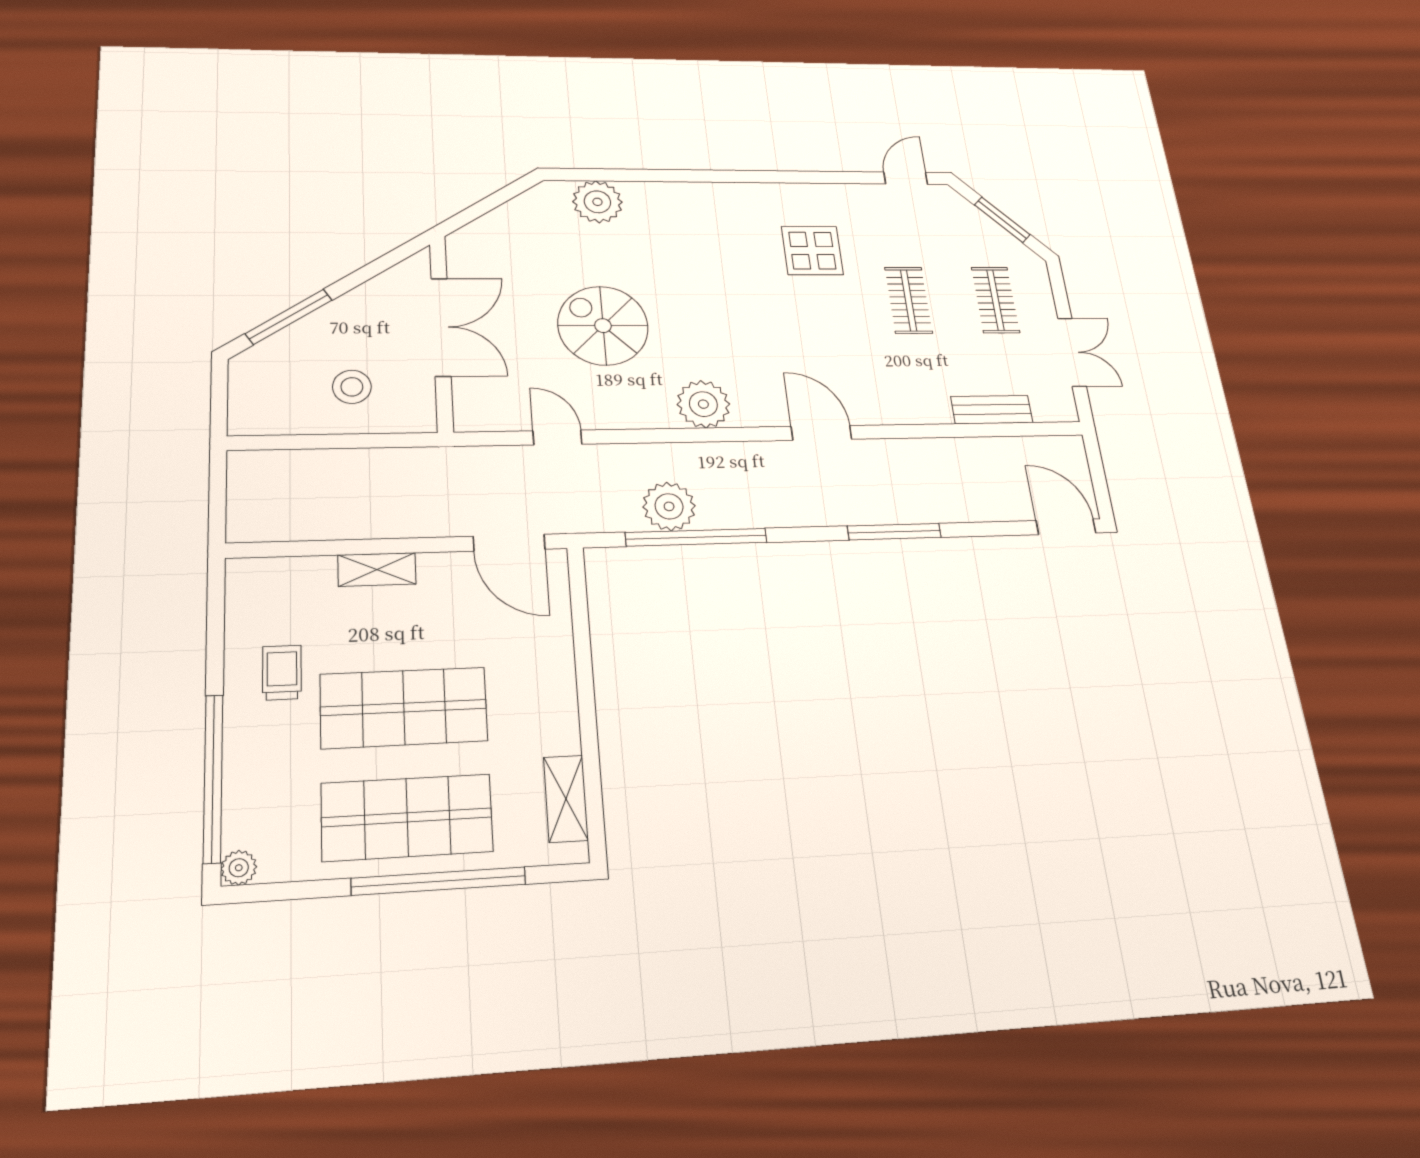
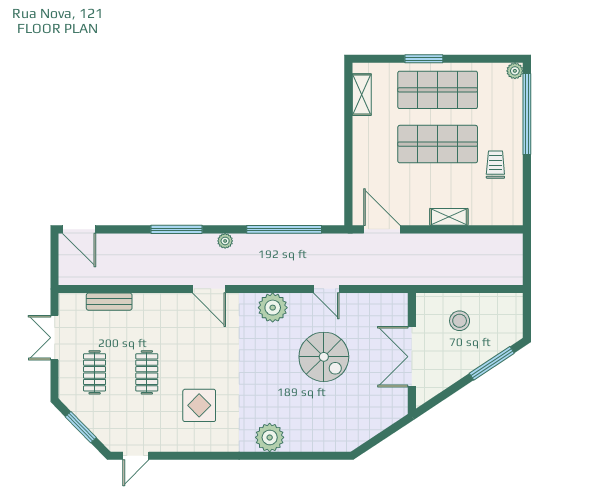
plant: (597, 202) -> (270, 437), moved
door: (557, 438) -> (326, 289), moved
plant: (669, 506) -> (225, 241), moved, width x0.53, depth x0.53
trolley: (282, 673) -> (495, 165), turned 180
window: (439, 881) -> (424, 59), width x0.47

